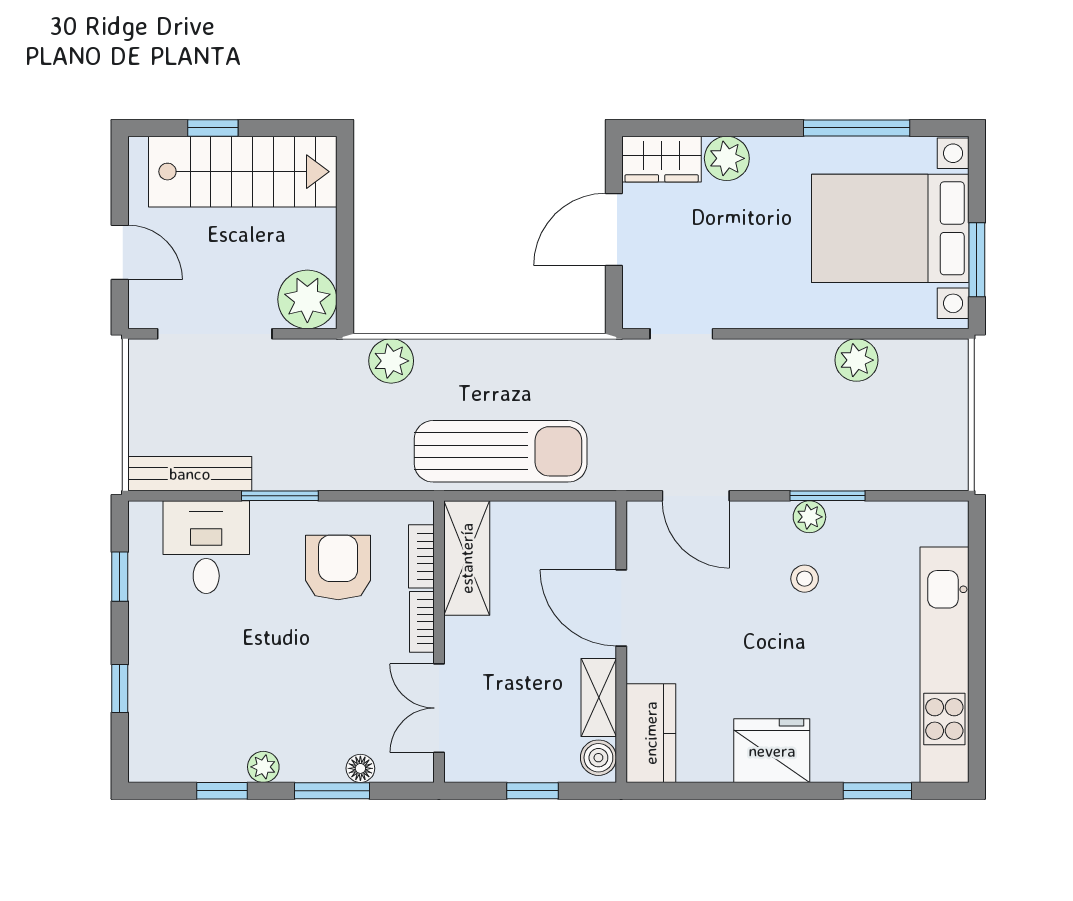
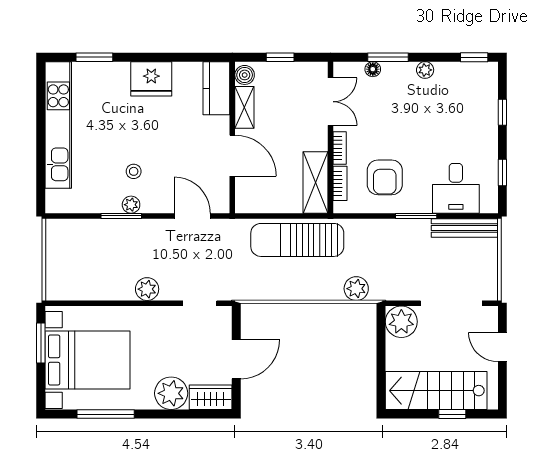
plant: (727, 158) -> (171, 393), width x1.36, depth x1.36
plant: (857, 360) -> (147, 289), moved
window: (222, 791) -> (474, 57), moved

